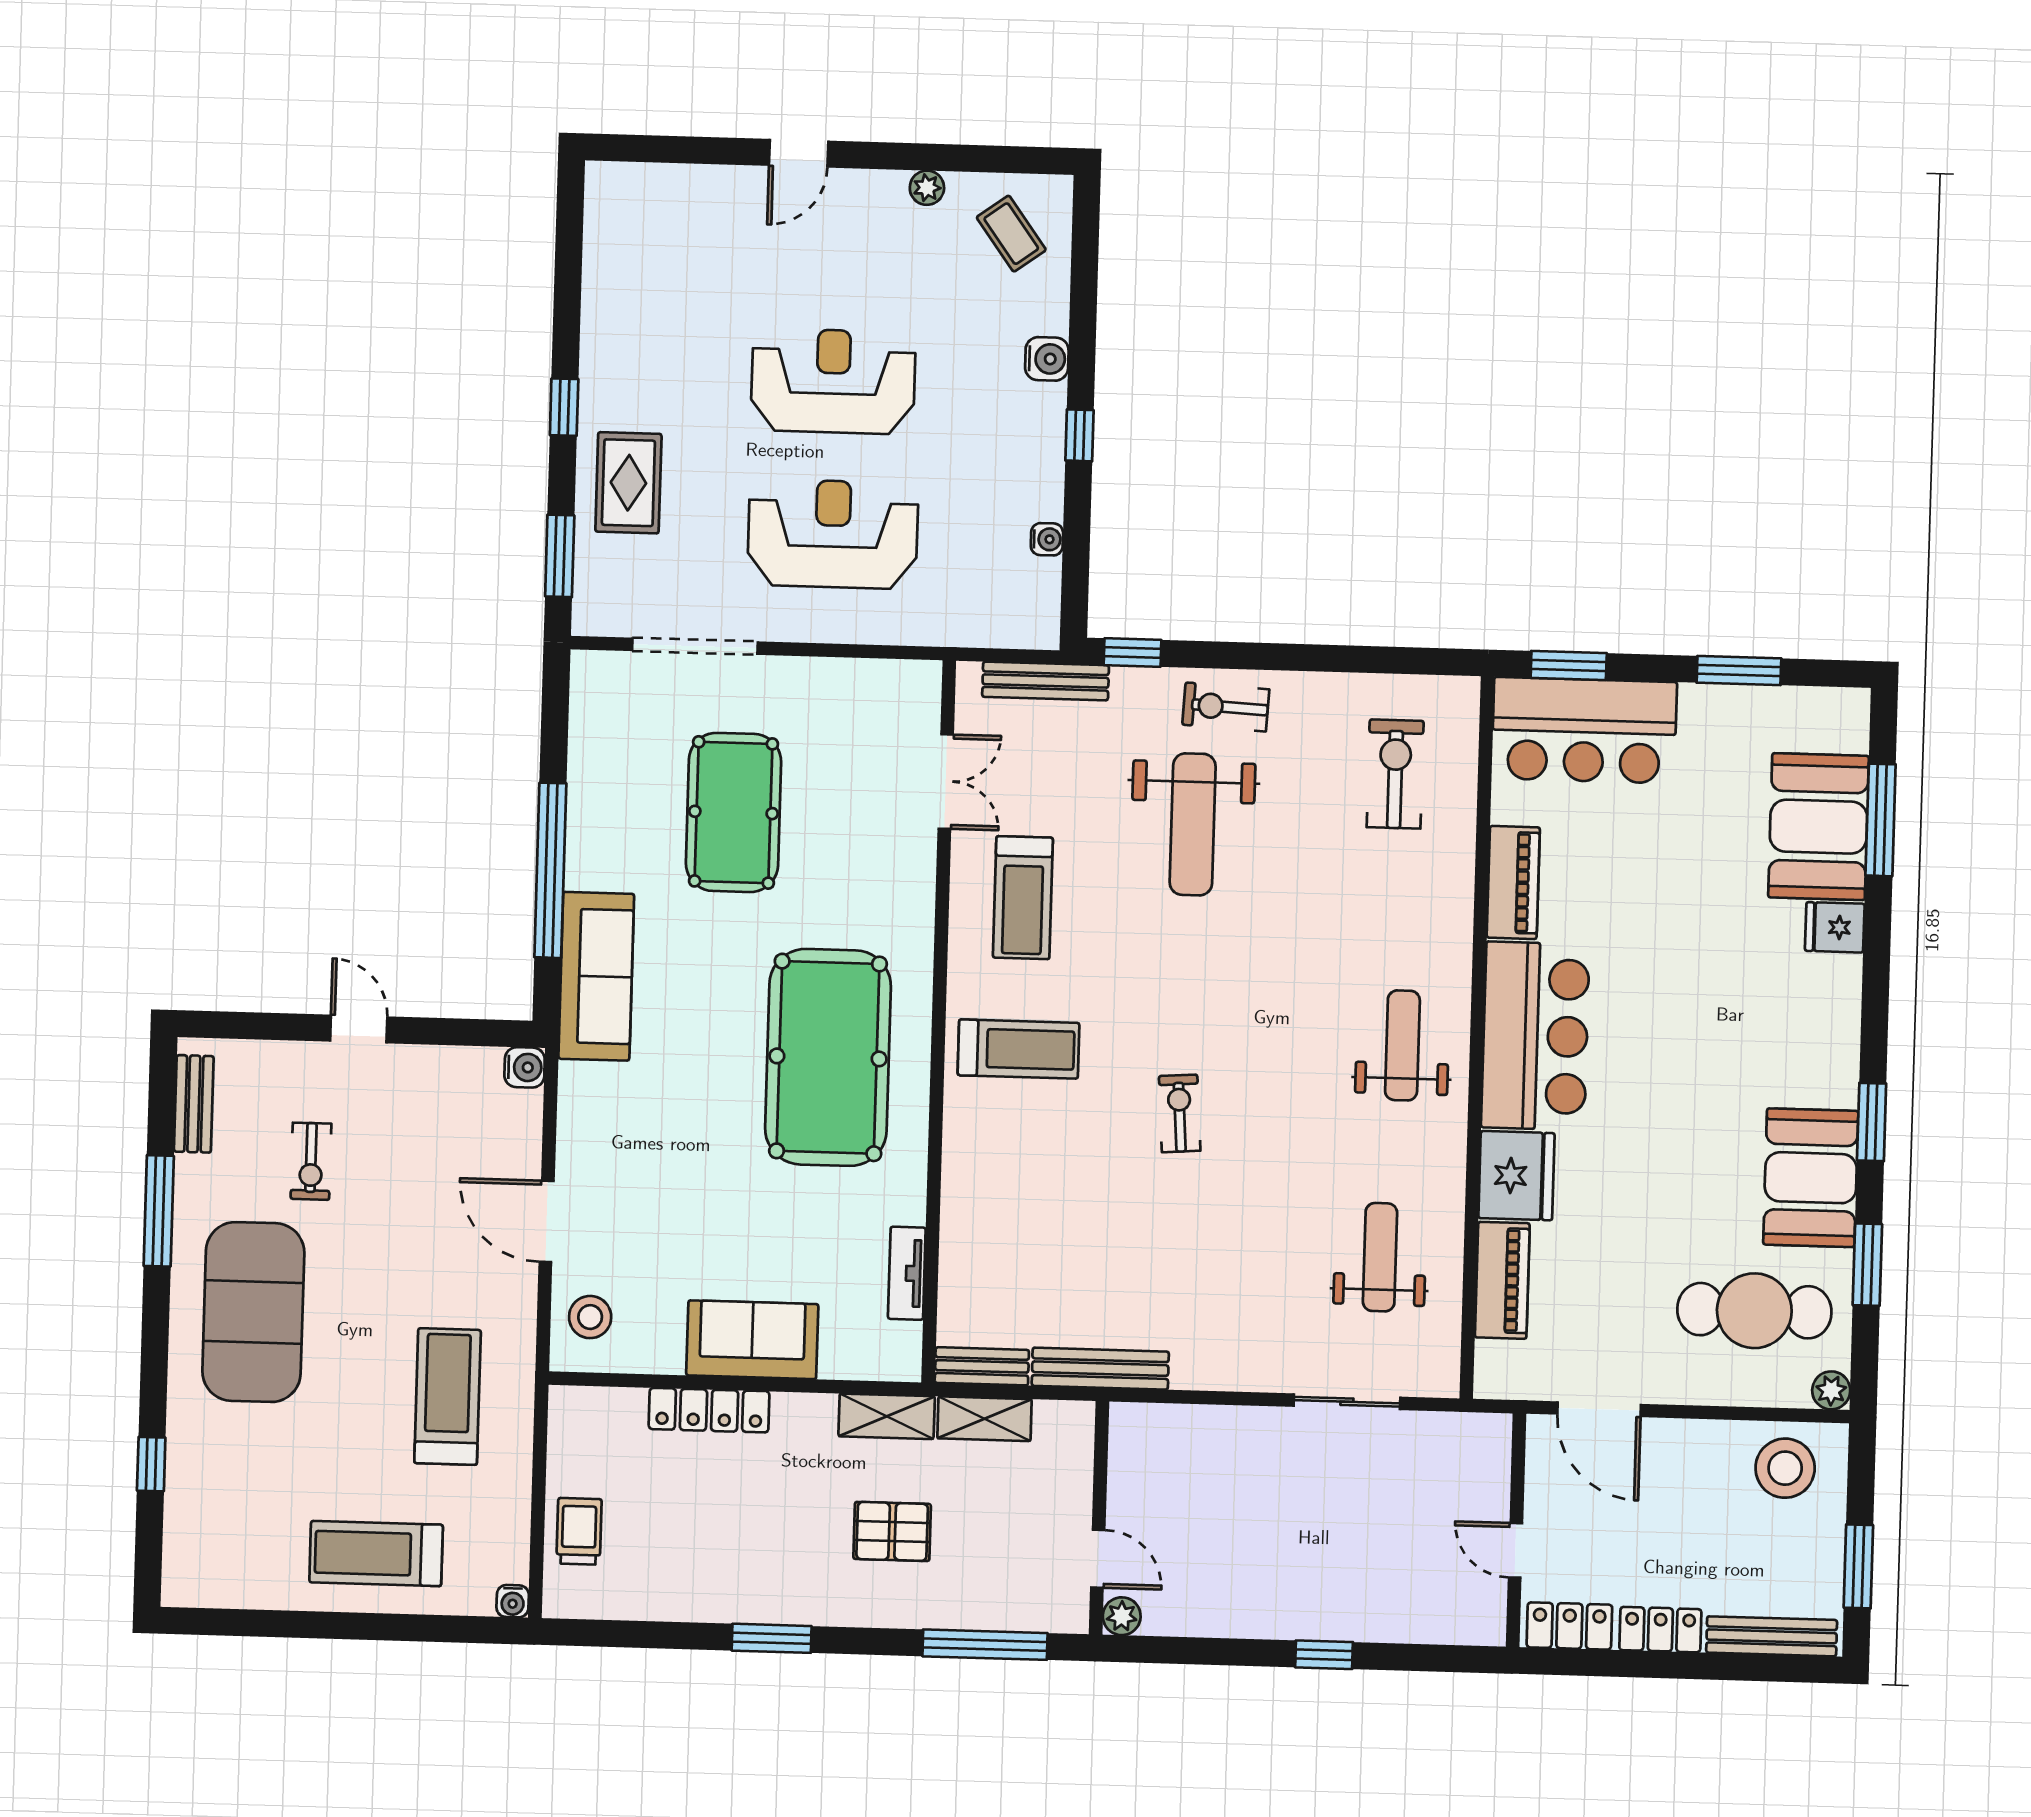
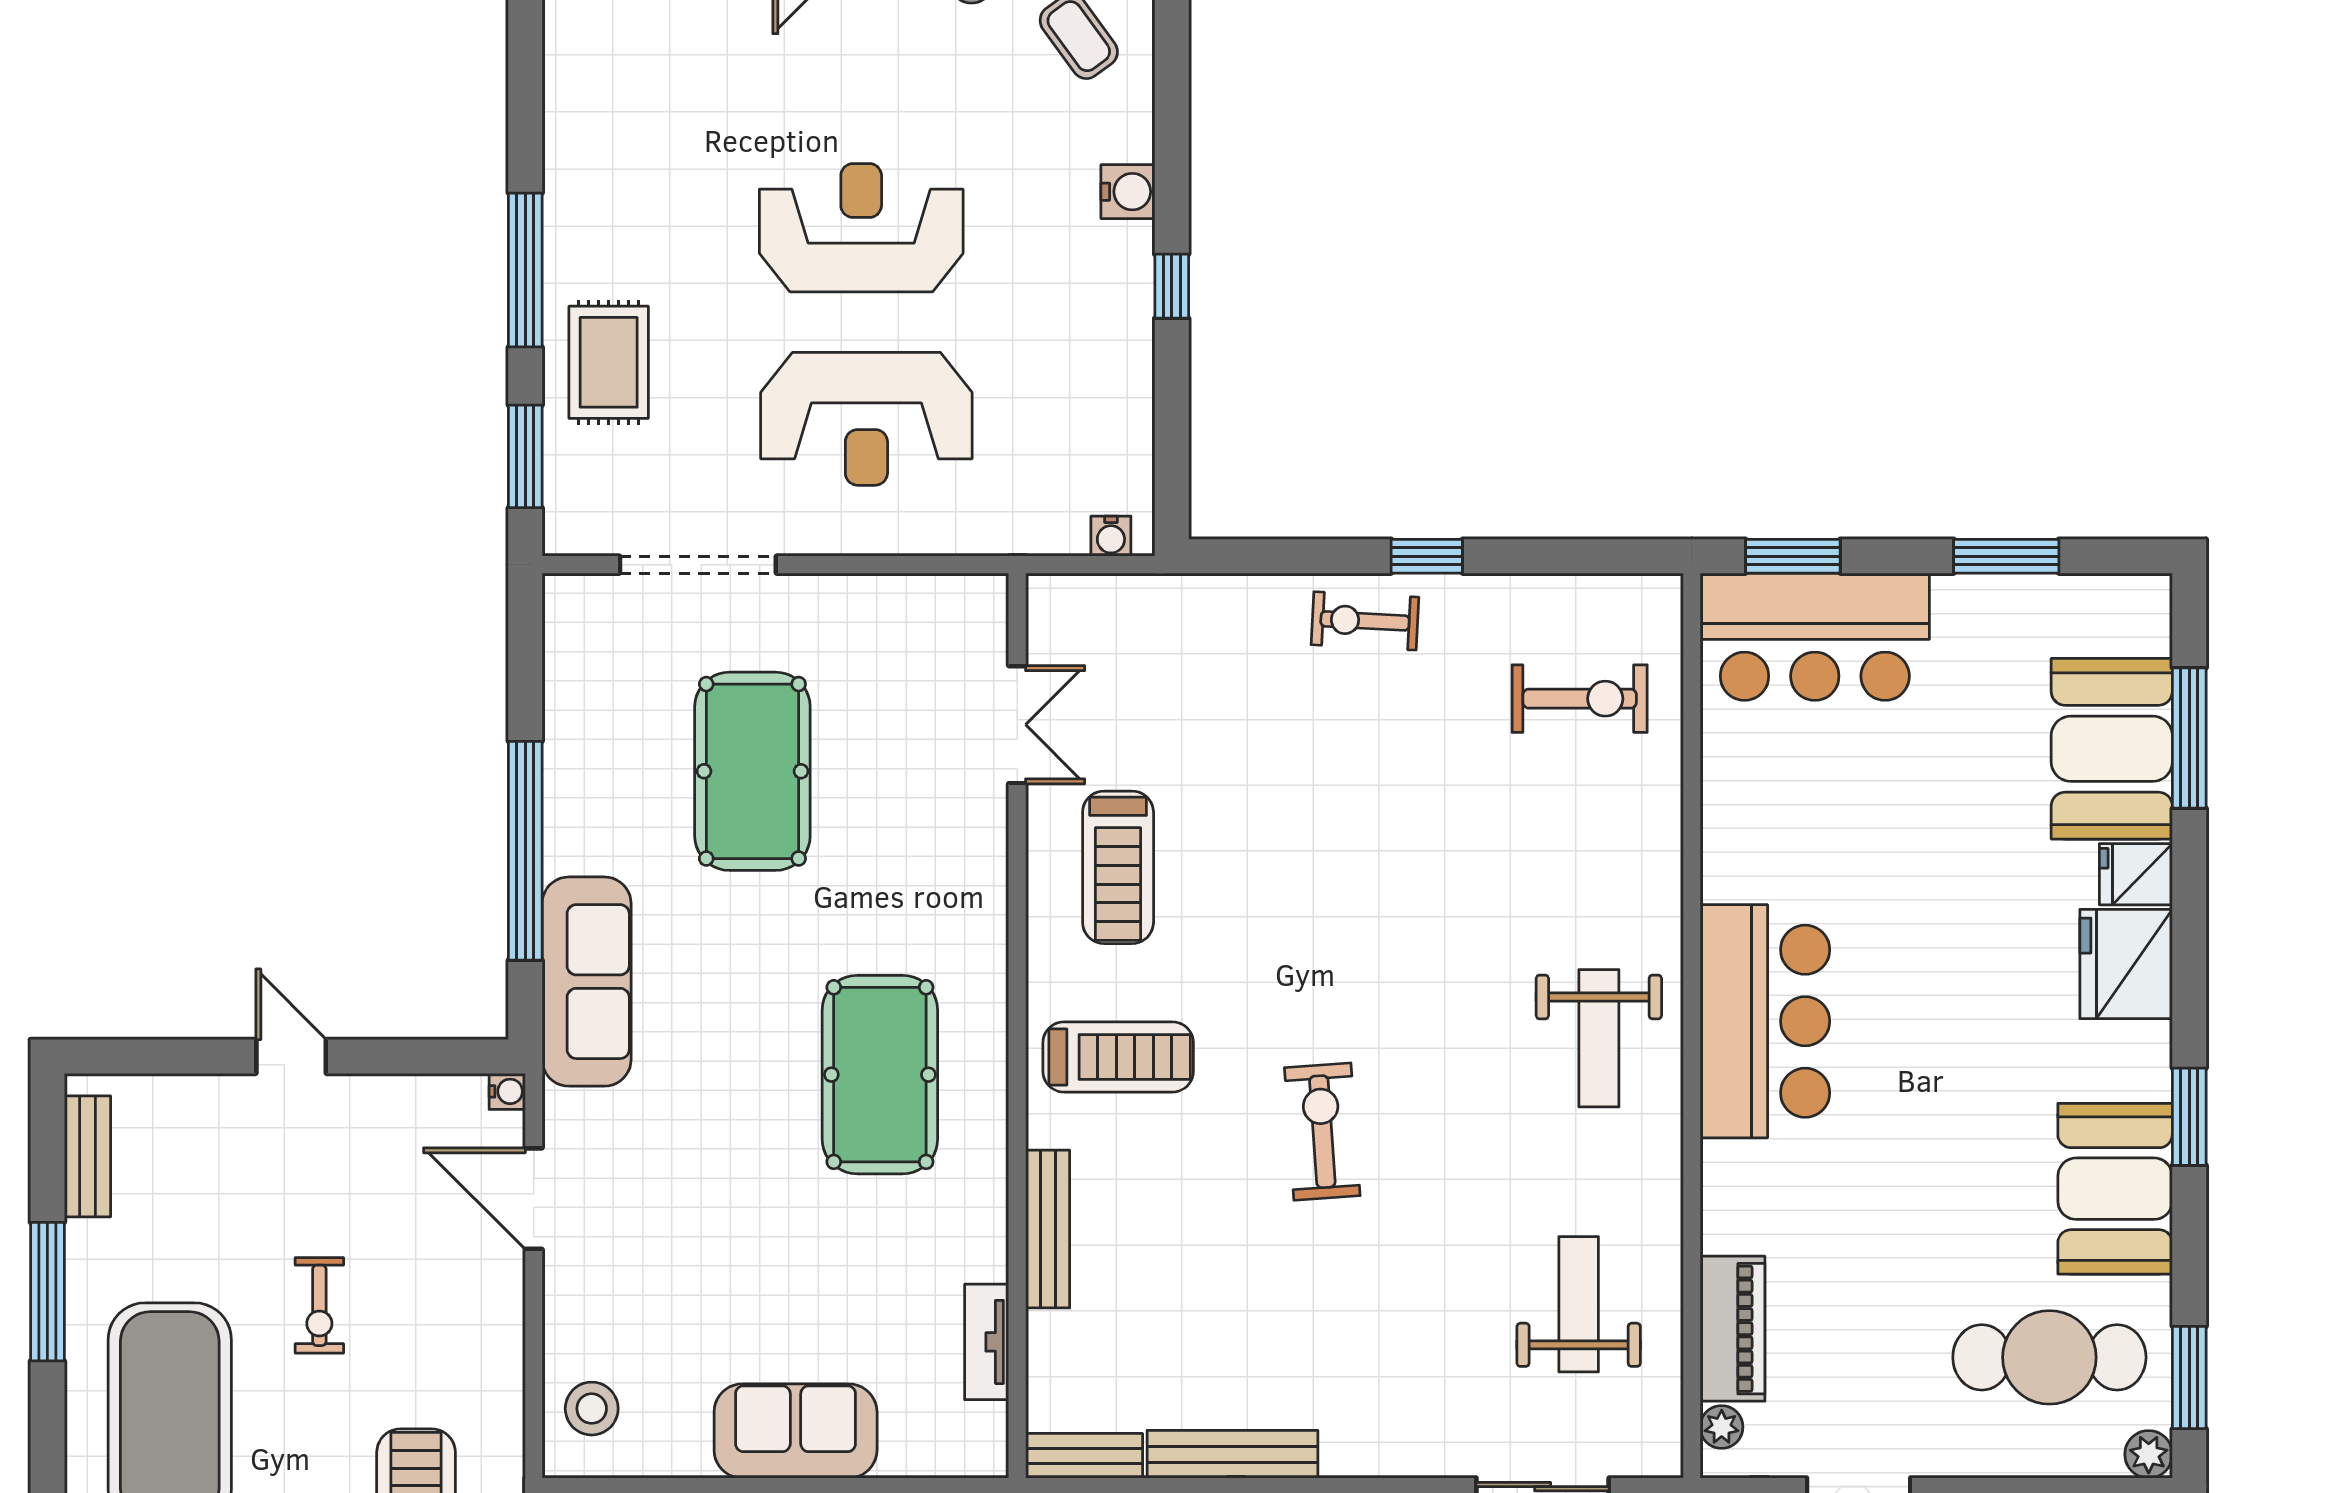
window: (564, 407) -> (525, 270), width x2.17
reception desk: (833, 534) -> (866, 419), turned 180
water cooler: (1047, 539) -> (1111, 536), moved, turned 90
window: (1132, 652) -> (1427, 556), moved
bench: (1046, 681) -> (1048, 1229), moved, turned 90
exercise bike: (1395, 774) -> (1580, 699), turned 90
weight bench: (1193, 824) -> (1328, 769), removed
piano: (1513, 882) -> (1732, 830), removed
weight bench: (1402, 1045) -> (1599, 1038), turned 180
pool table: (828, 1057) -> (880, 1075), width x0.73, depth x0.76
water cooler: (525, 1067) -> (507, 1091), width x0.72, depth x0.72
exercise bike: (1180, 1113) -> (1322, 1132), width x1.38, depth x1.39
exercise bike: (311, 1161) -> (319, 1305), moved
fridge: (1516, 1176) -> (2126, 964), moved, turned 180
door: (547, 1221) -> (534, 1199), moved
window: (1867, 1265) -> (2189, 1377), moved
plant: (1491, 1359) -> (1722, 1427), added

